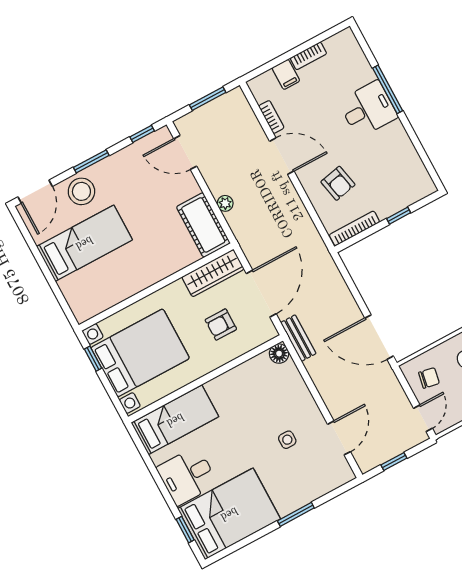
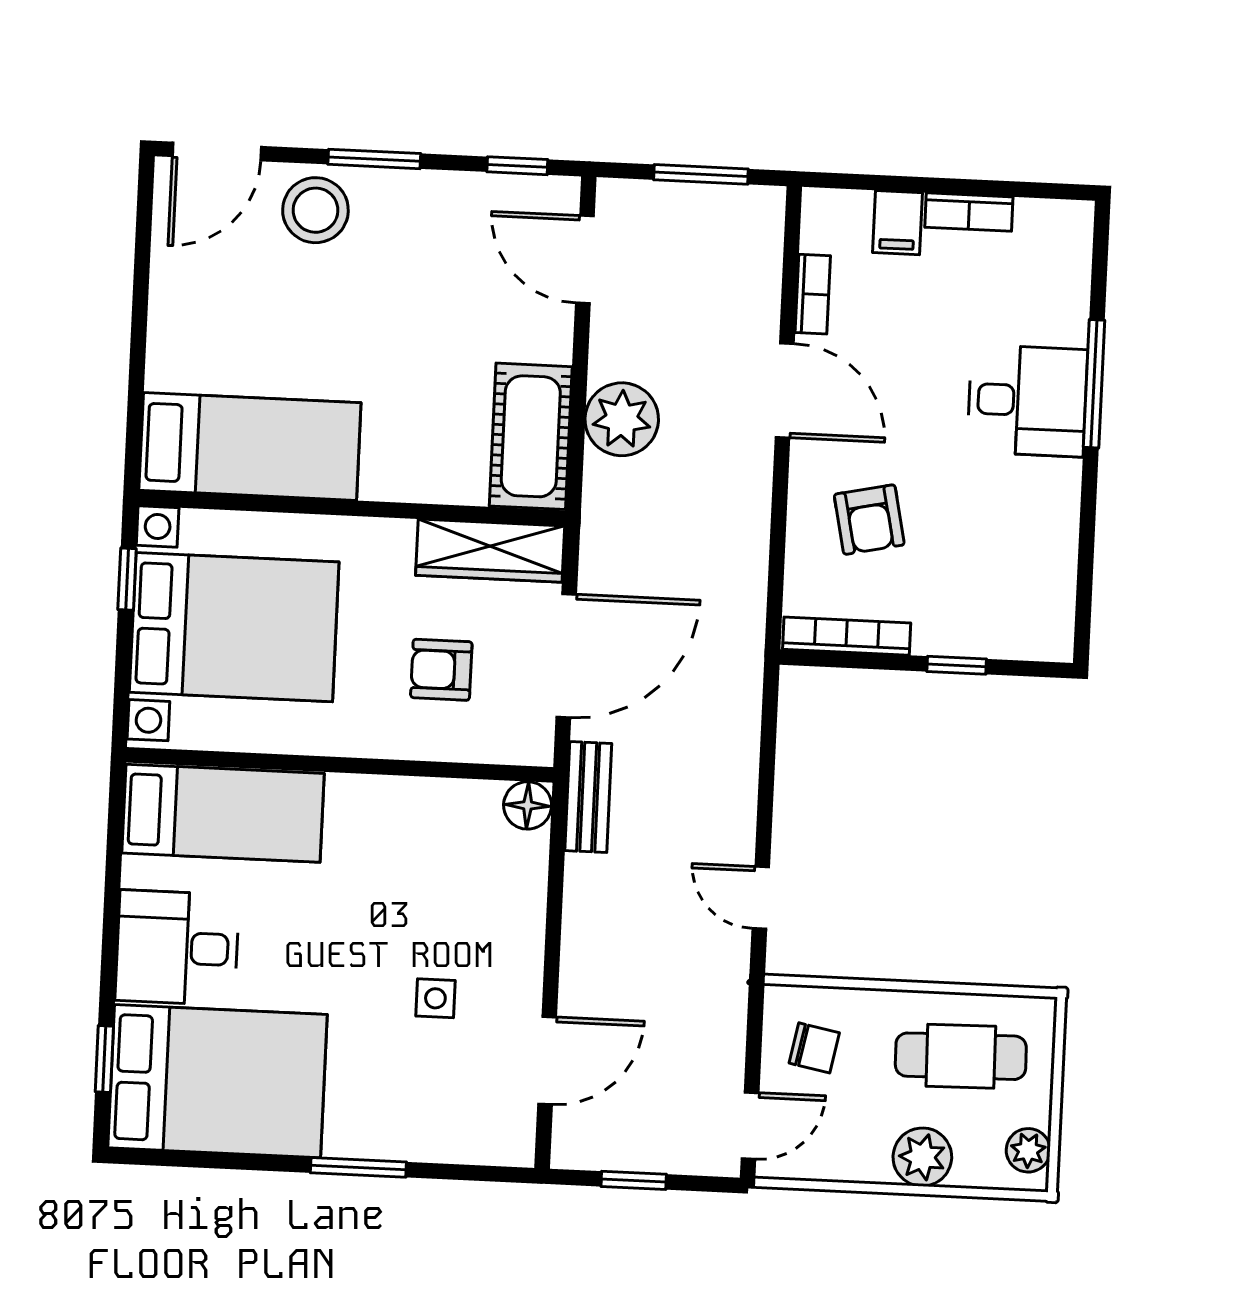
plant: (225, 203) -> (622, 419), width x1.87, depth x1.87
bed: (84, 243) -> (250, 446), moved
door: (379, 337) -> (761, 898), width x0.53

